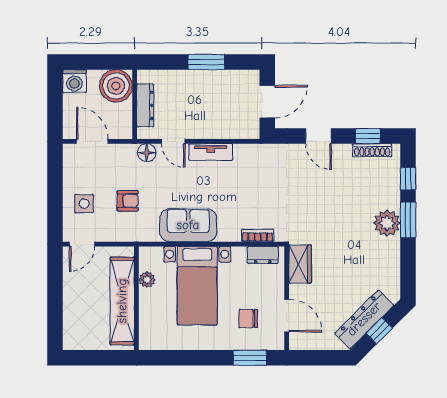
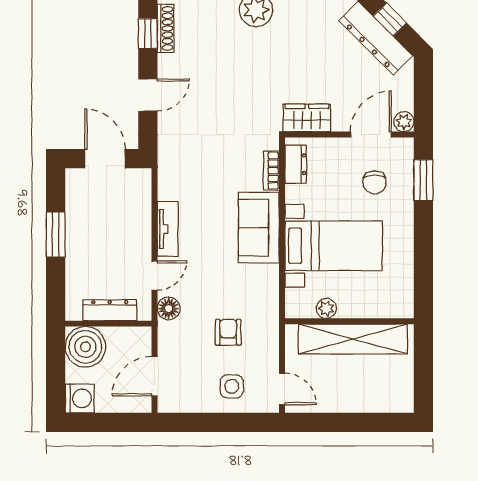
sofa: (188, 225) -> (259, 228), moved
plant: (297, 342) -> (404, 122), added

